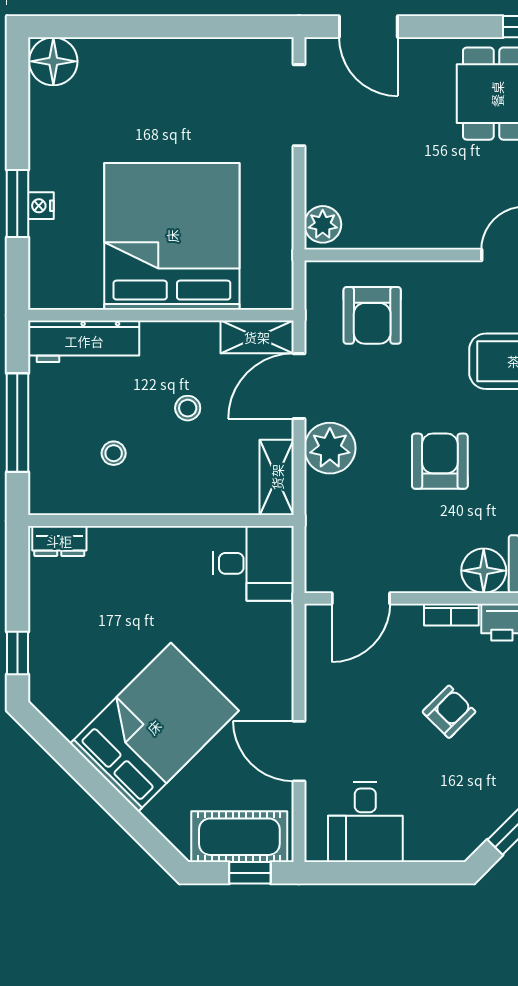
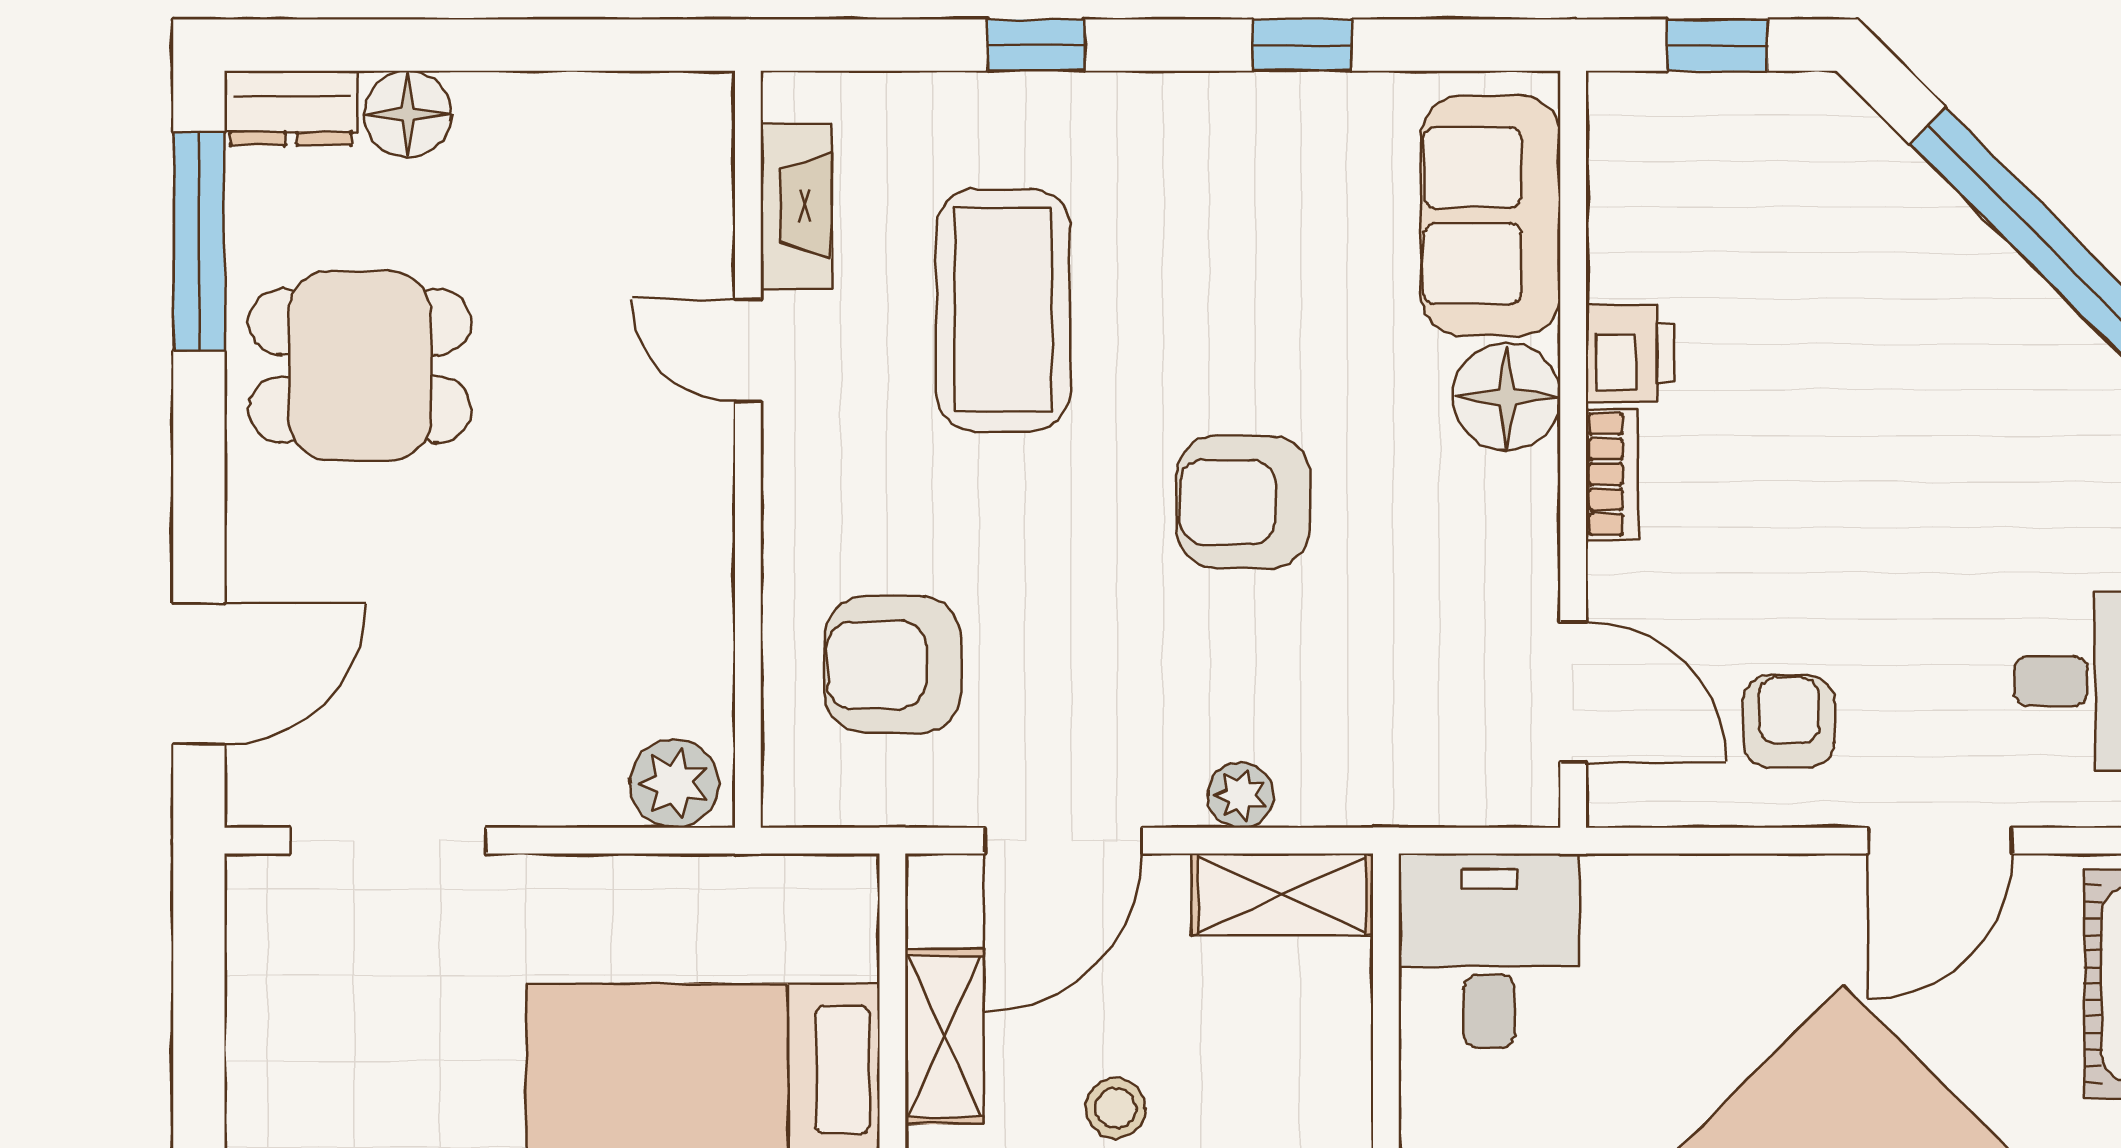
armchair: (372, 315) -> (893, 665), turned 180
shelving: (257, 337) -> (945, 1037), moved
door: (299, 386) -> (1063, 841), hinge flipped
plant: (330, 448) -> (1241, 795), width x0.53, depth x0.53
armchair: (449, 712) -> (1789, 722), moved, turned 45

